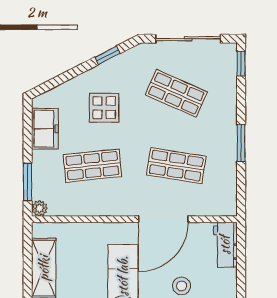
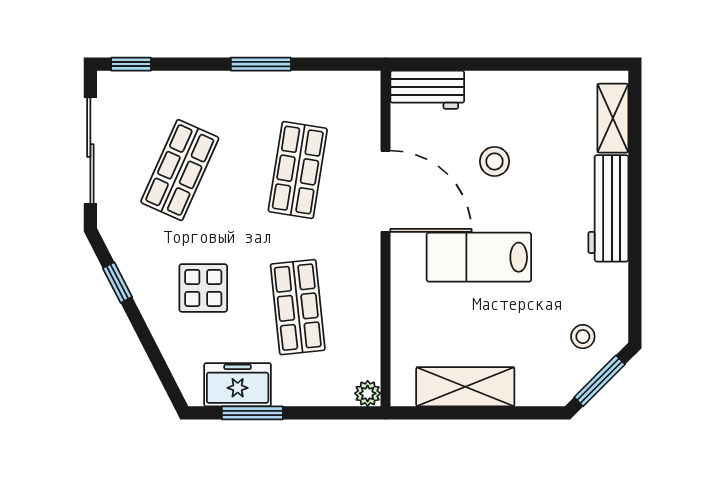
window: (28, 182) -> (252, 413), moved

